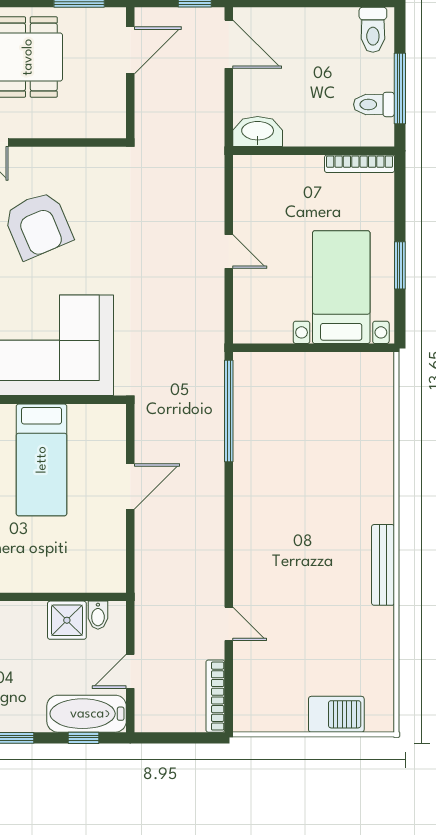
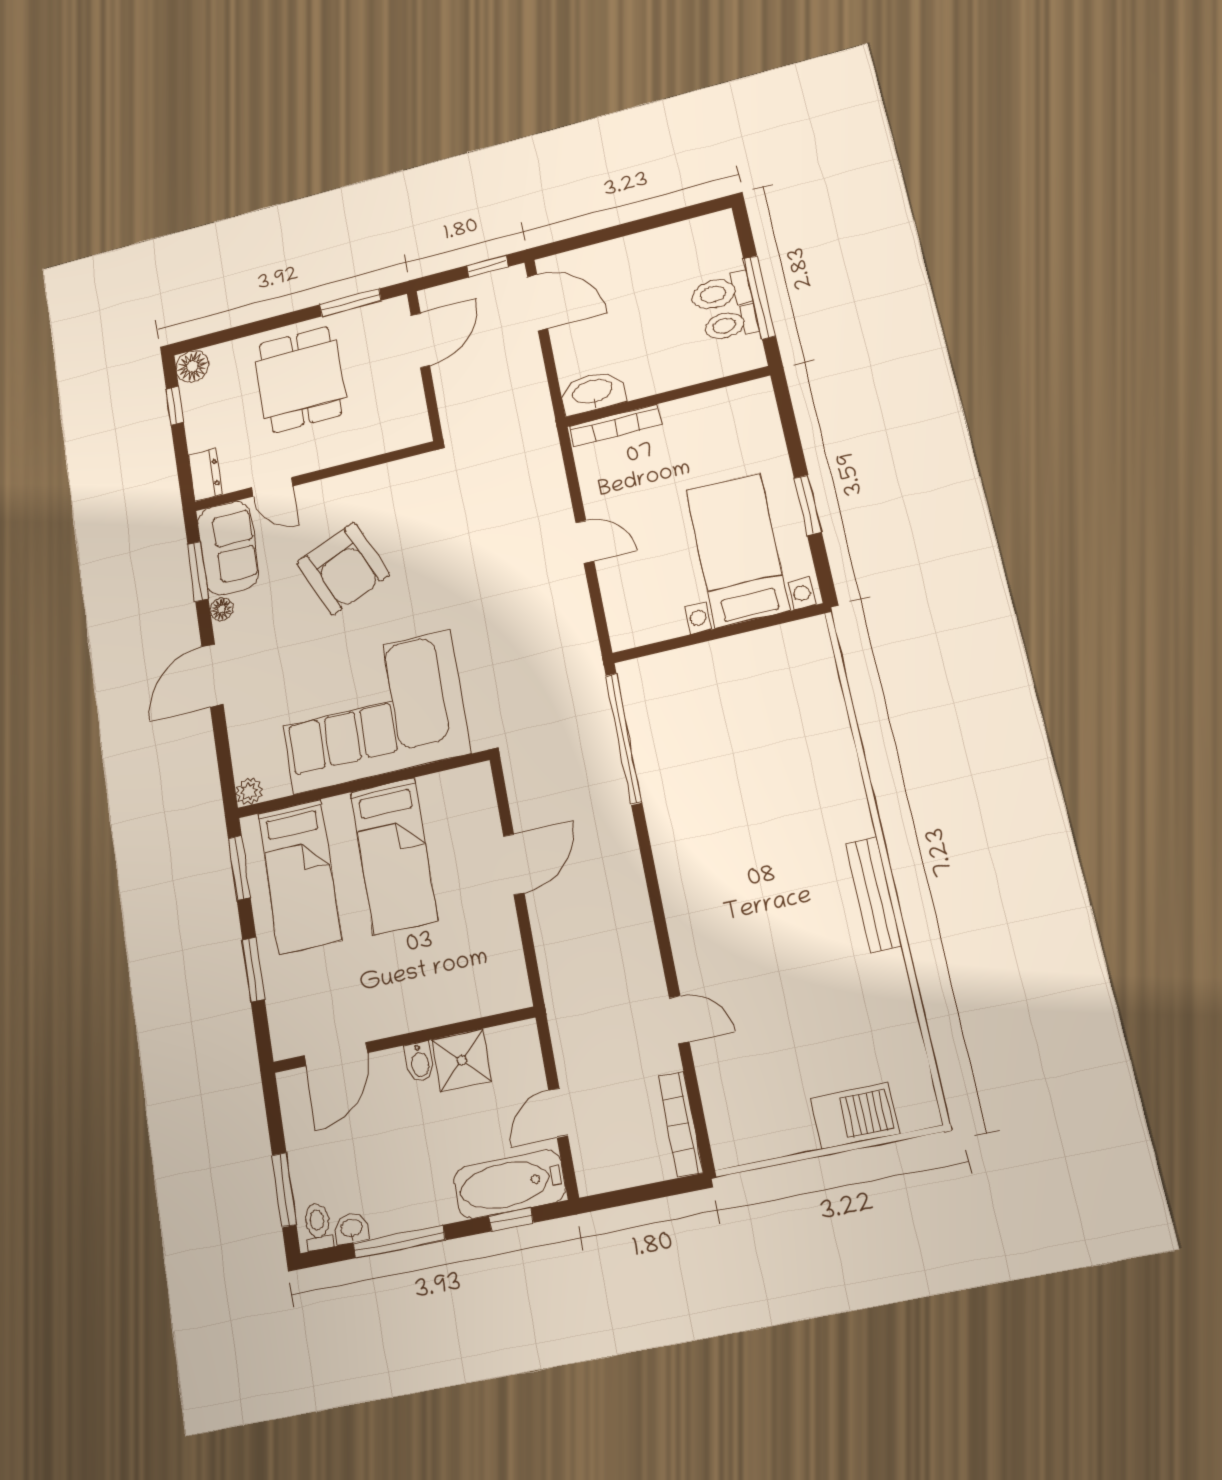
toilet: (373, 30) -> (721, 292), moved, turned 90
bookcase: (360, 164) -> (615, 426), moved
bidet: (98, 615) -> (420, 1062), moved

